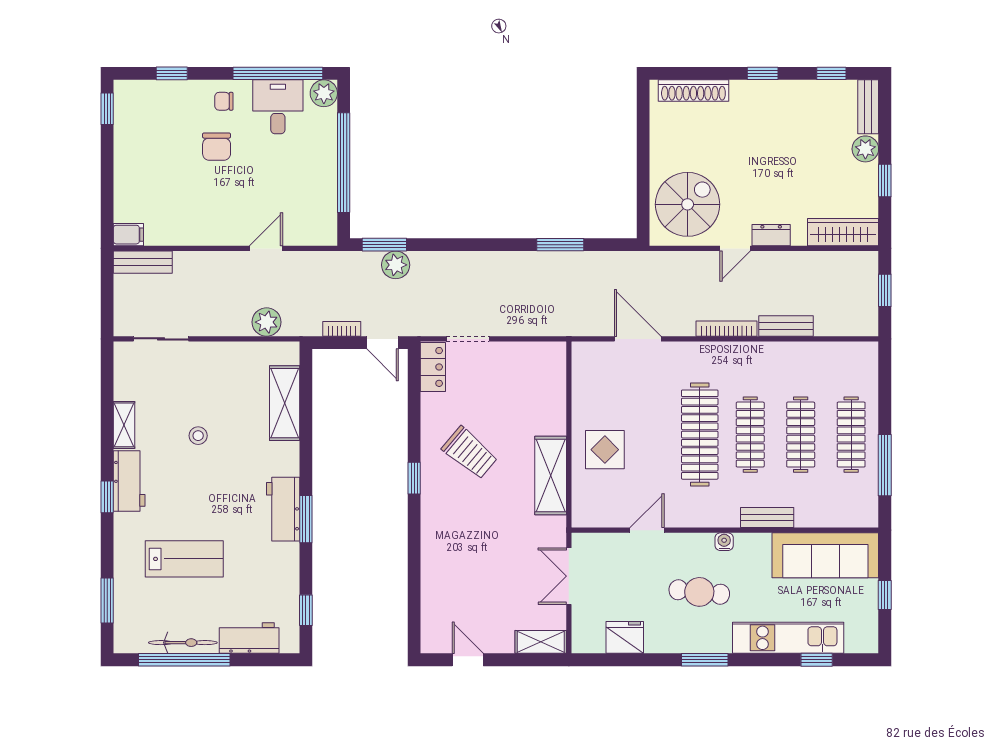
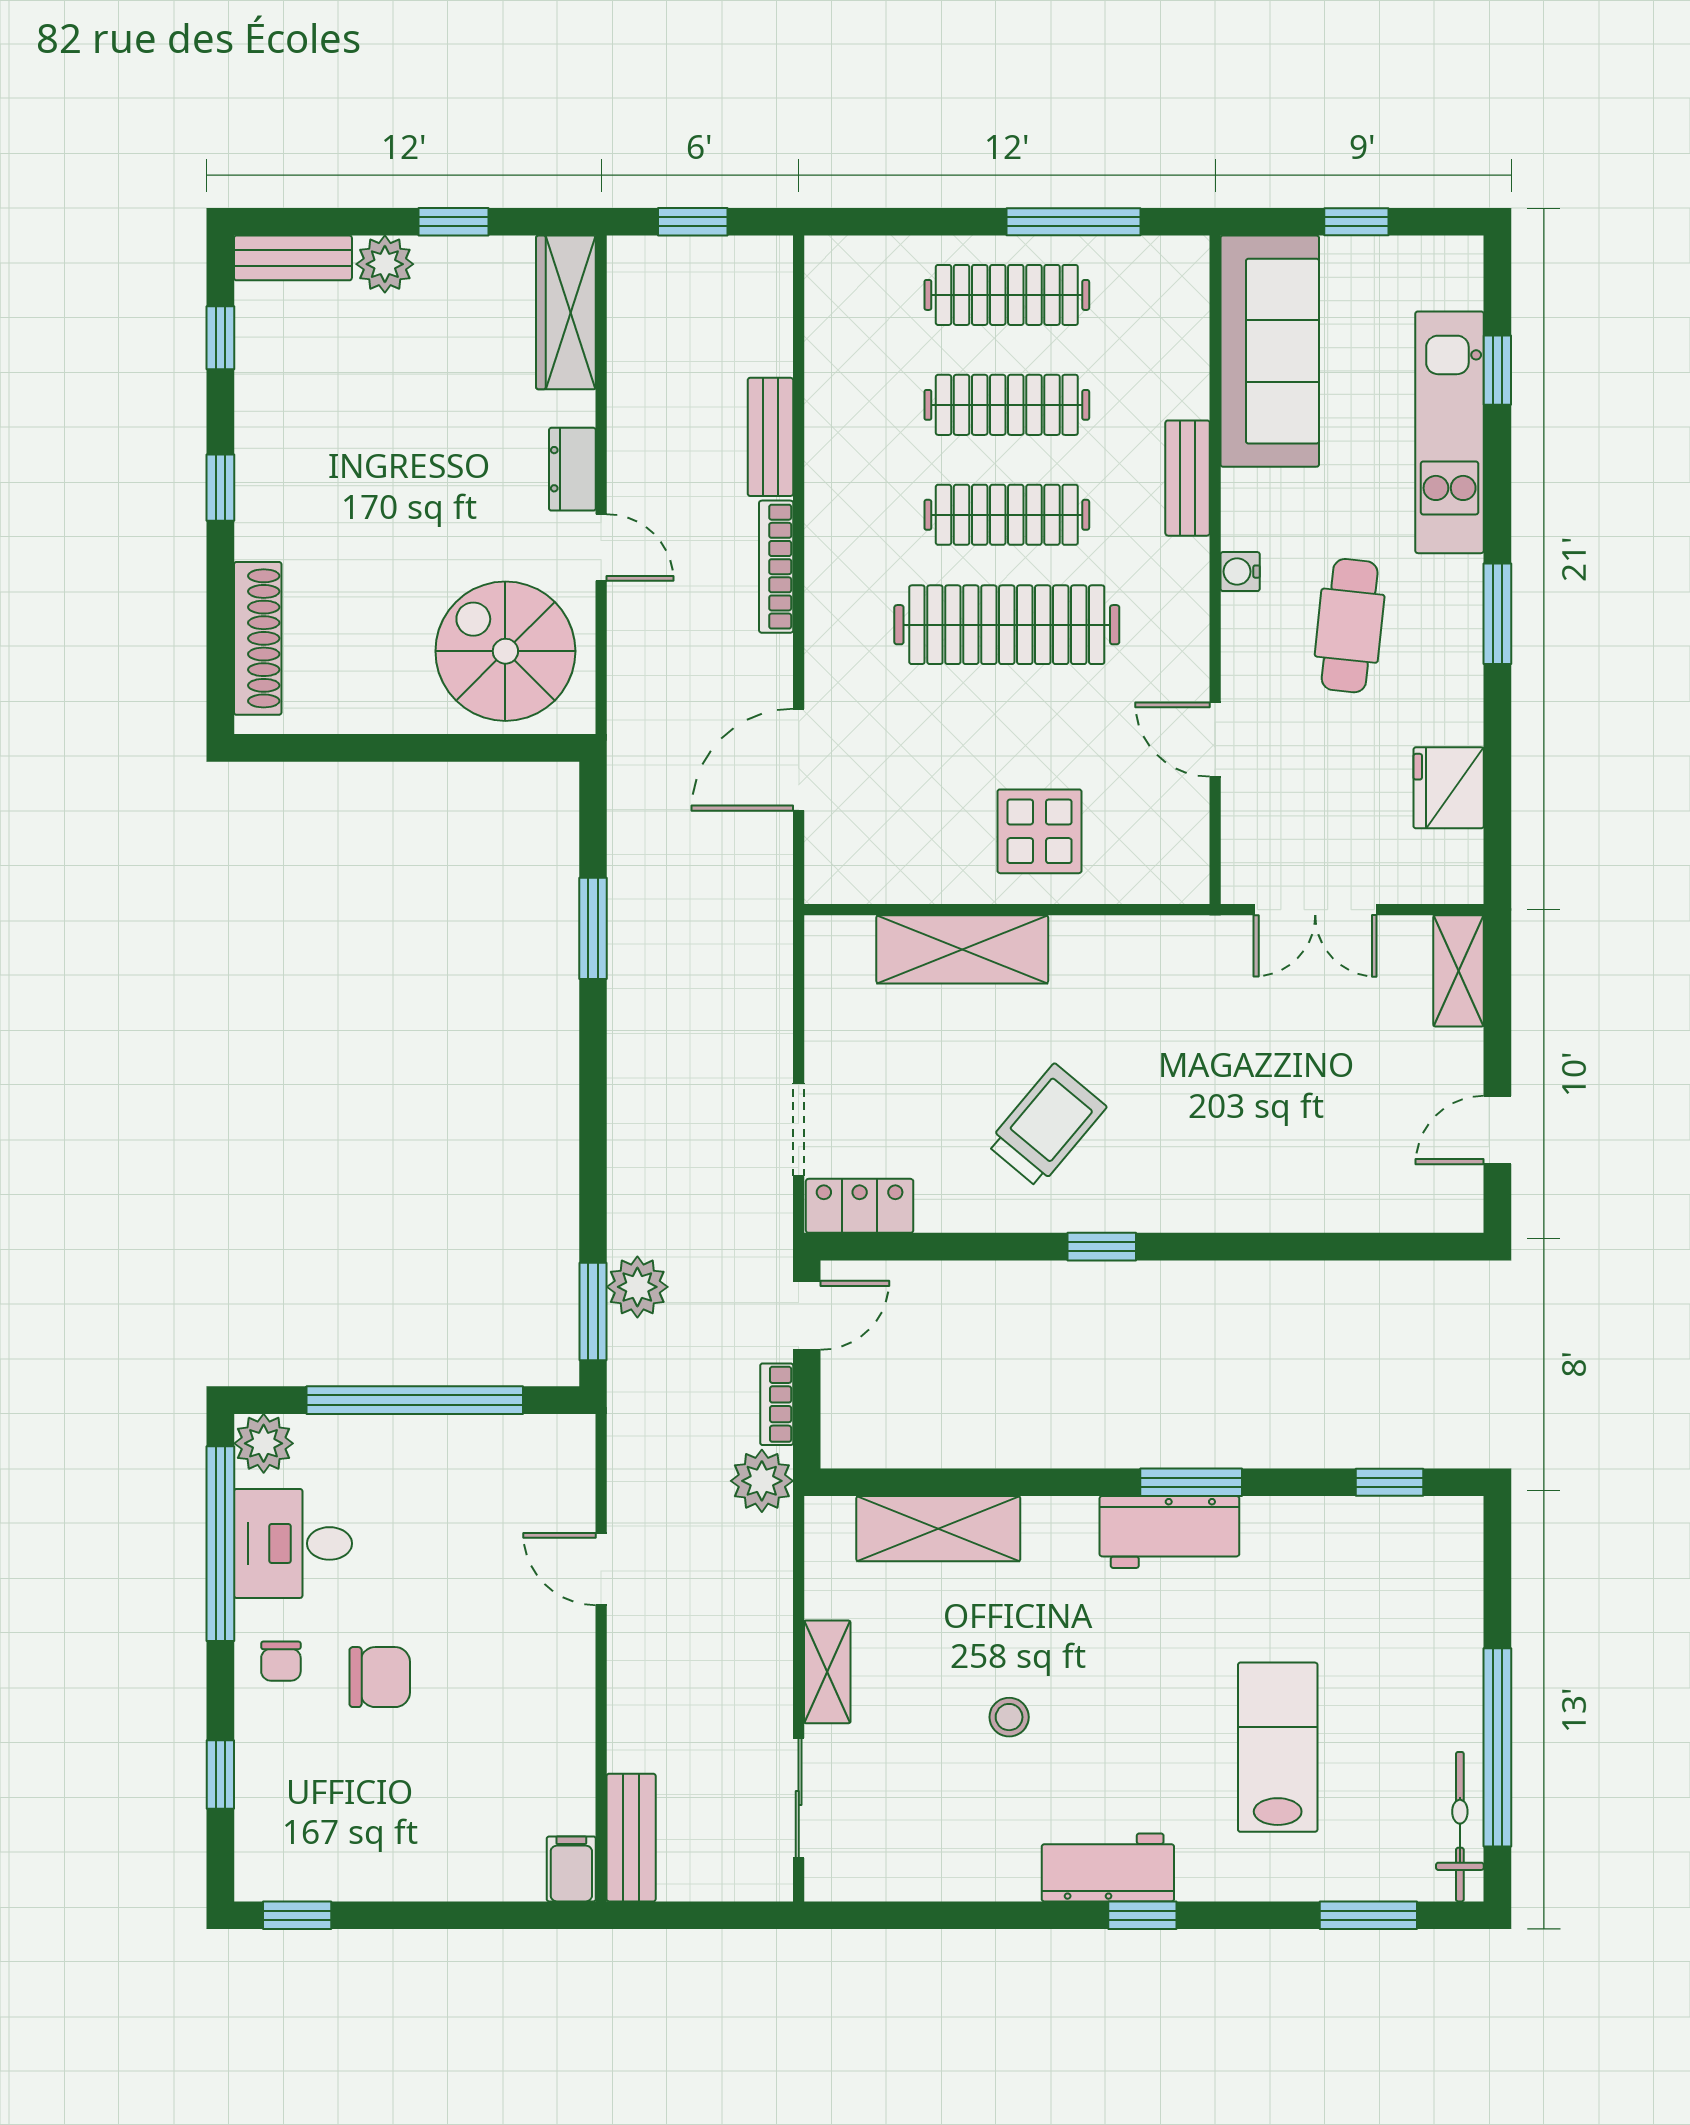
plant: (267, 322) -> (762, 1481), moved
shelving: (124, 425) -> (827, 1672), moved, turned 90
shelving: (551, 476) -> (962, 949), moved
workbench: (249, 638) -> (1450, 1606), removed
bicycle: (183, 643) -> (1460, 1827), moved

